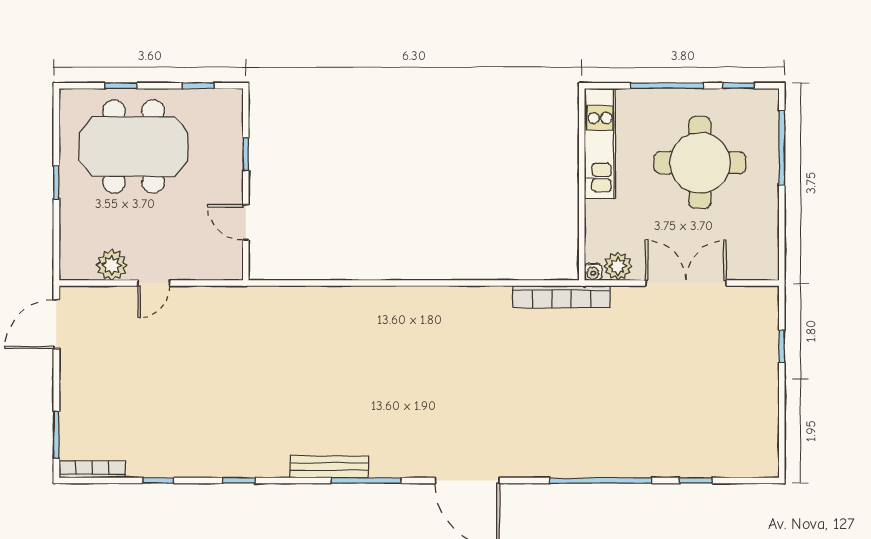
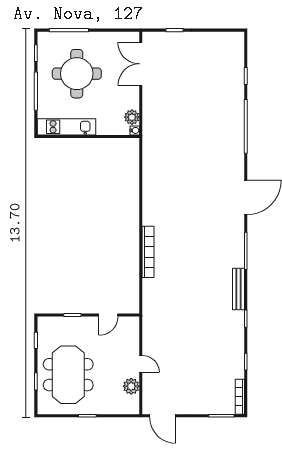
double door: (686, 283) -> (141, 64), moved
bookcase: (562, 297) -> (148, 252), moved
bench: (329, 467) -> (238, 289), moved

